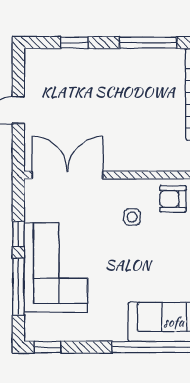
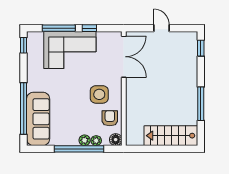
window: (75, 43) -> (201, 48), moved
side table: (132, 217) -> (99, 94), width x1.87, depth x1.87

